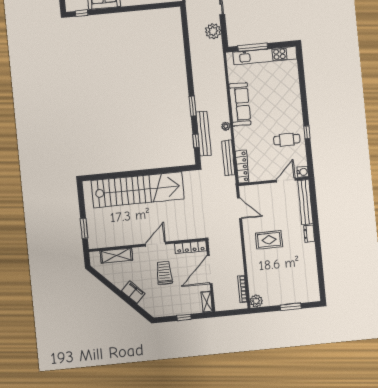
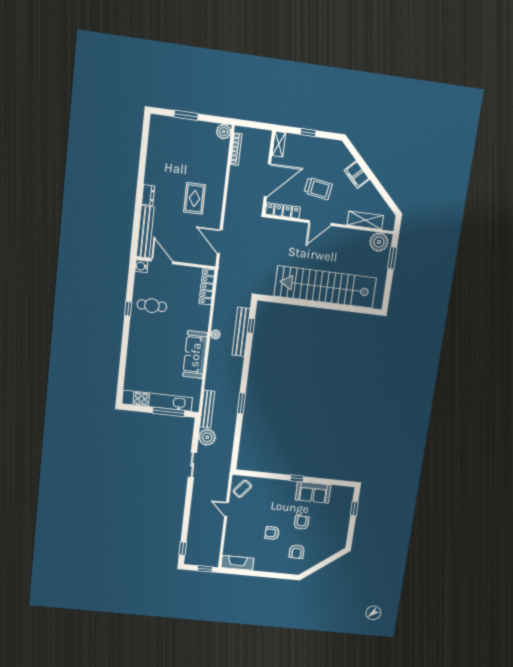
window: (82, 13) -> (297, 478), moved
window: (193, 106) -> (241, 403), moved
bench: (228, 158) -> (207, 409), moved
door: (286, 180) -> (162, 261), swing flipped
plant: (99, 240) -> (379, 242), added
rug: (269, 240) -> (195, 198), turned 90
trolley: (164, 273) -> (318, 188), turned -81

